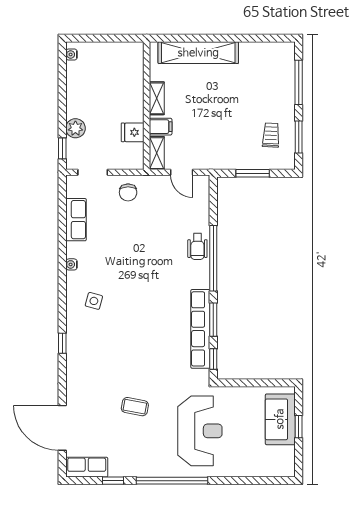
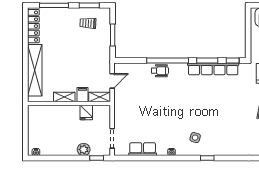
locker: (266, 51) -> (33, 26), added
chair: (128, 192) -> (125, 116), removed
window: (62, 343) -> (207, 158), moved

